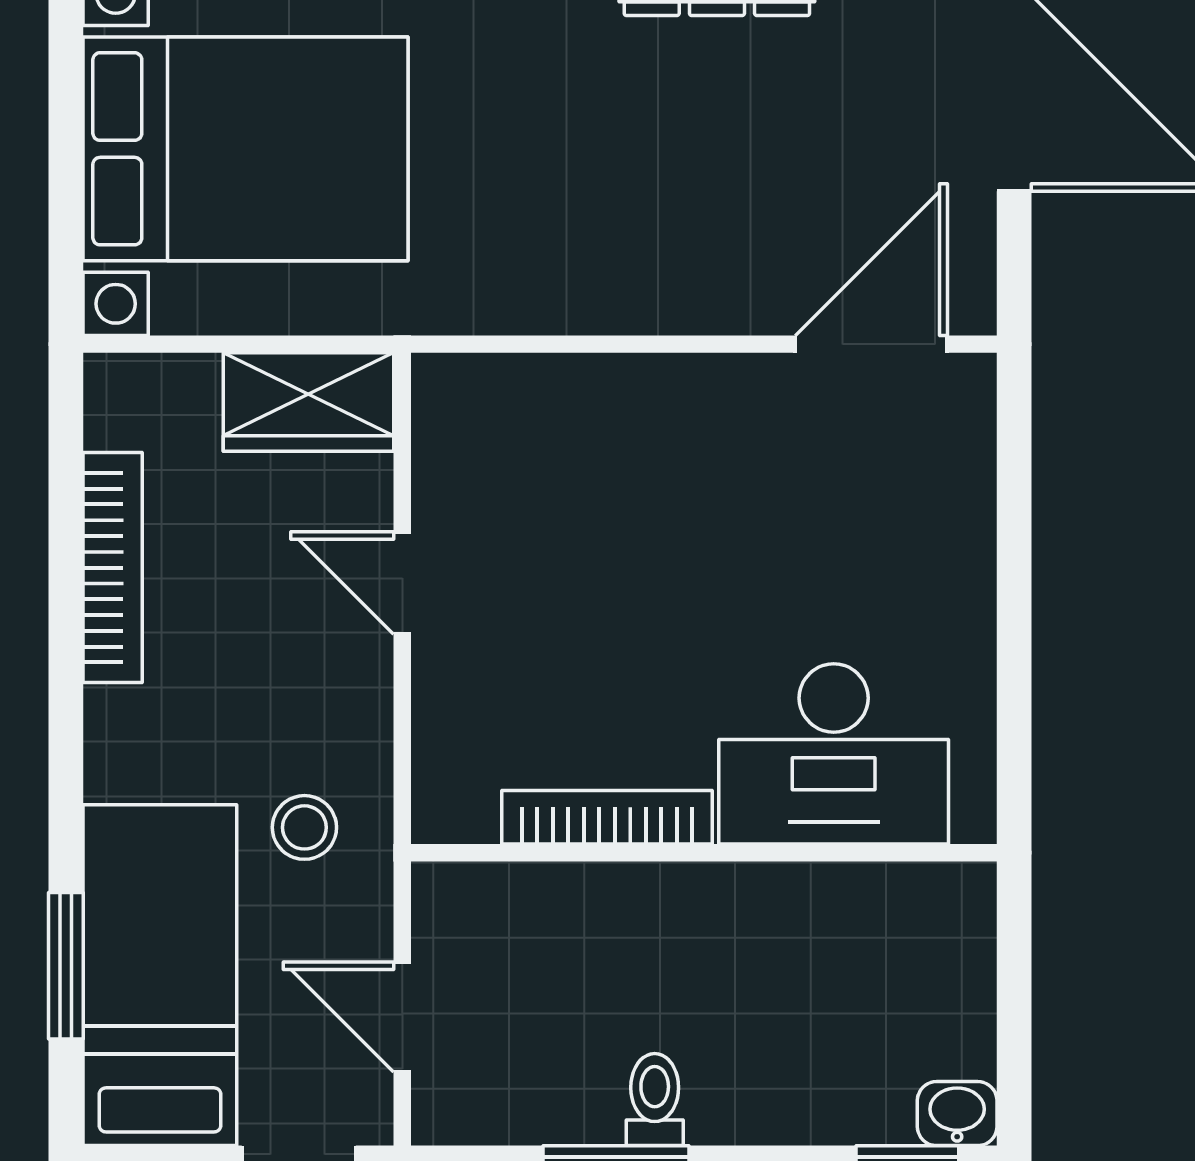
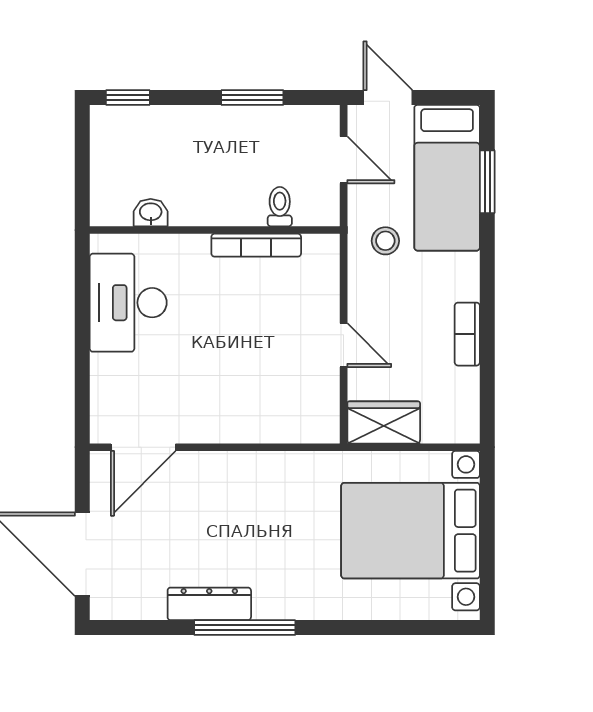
bookcase: (113, 568) -> (467, 334), width x0.64
desk: (834, 754) -> (128, 303), moved, turned -90
toilet: (655, 1100) -> (280, 207), moved, turned 180
washbasin: (957, 1114) -> (151, 213), moved, turned 180

